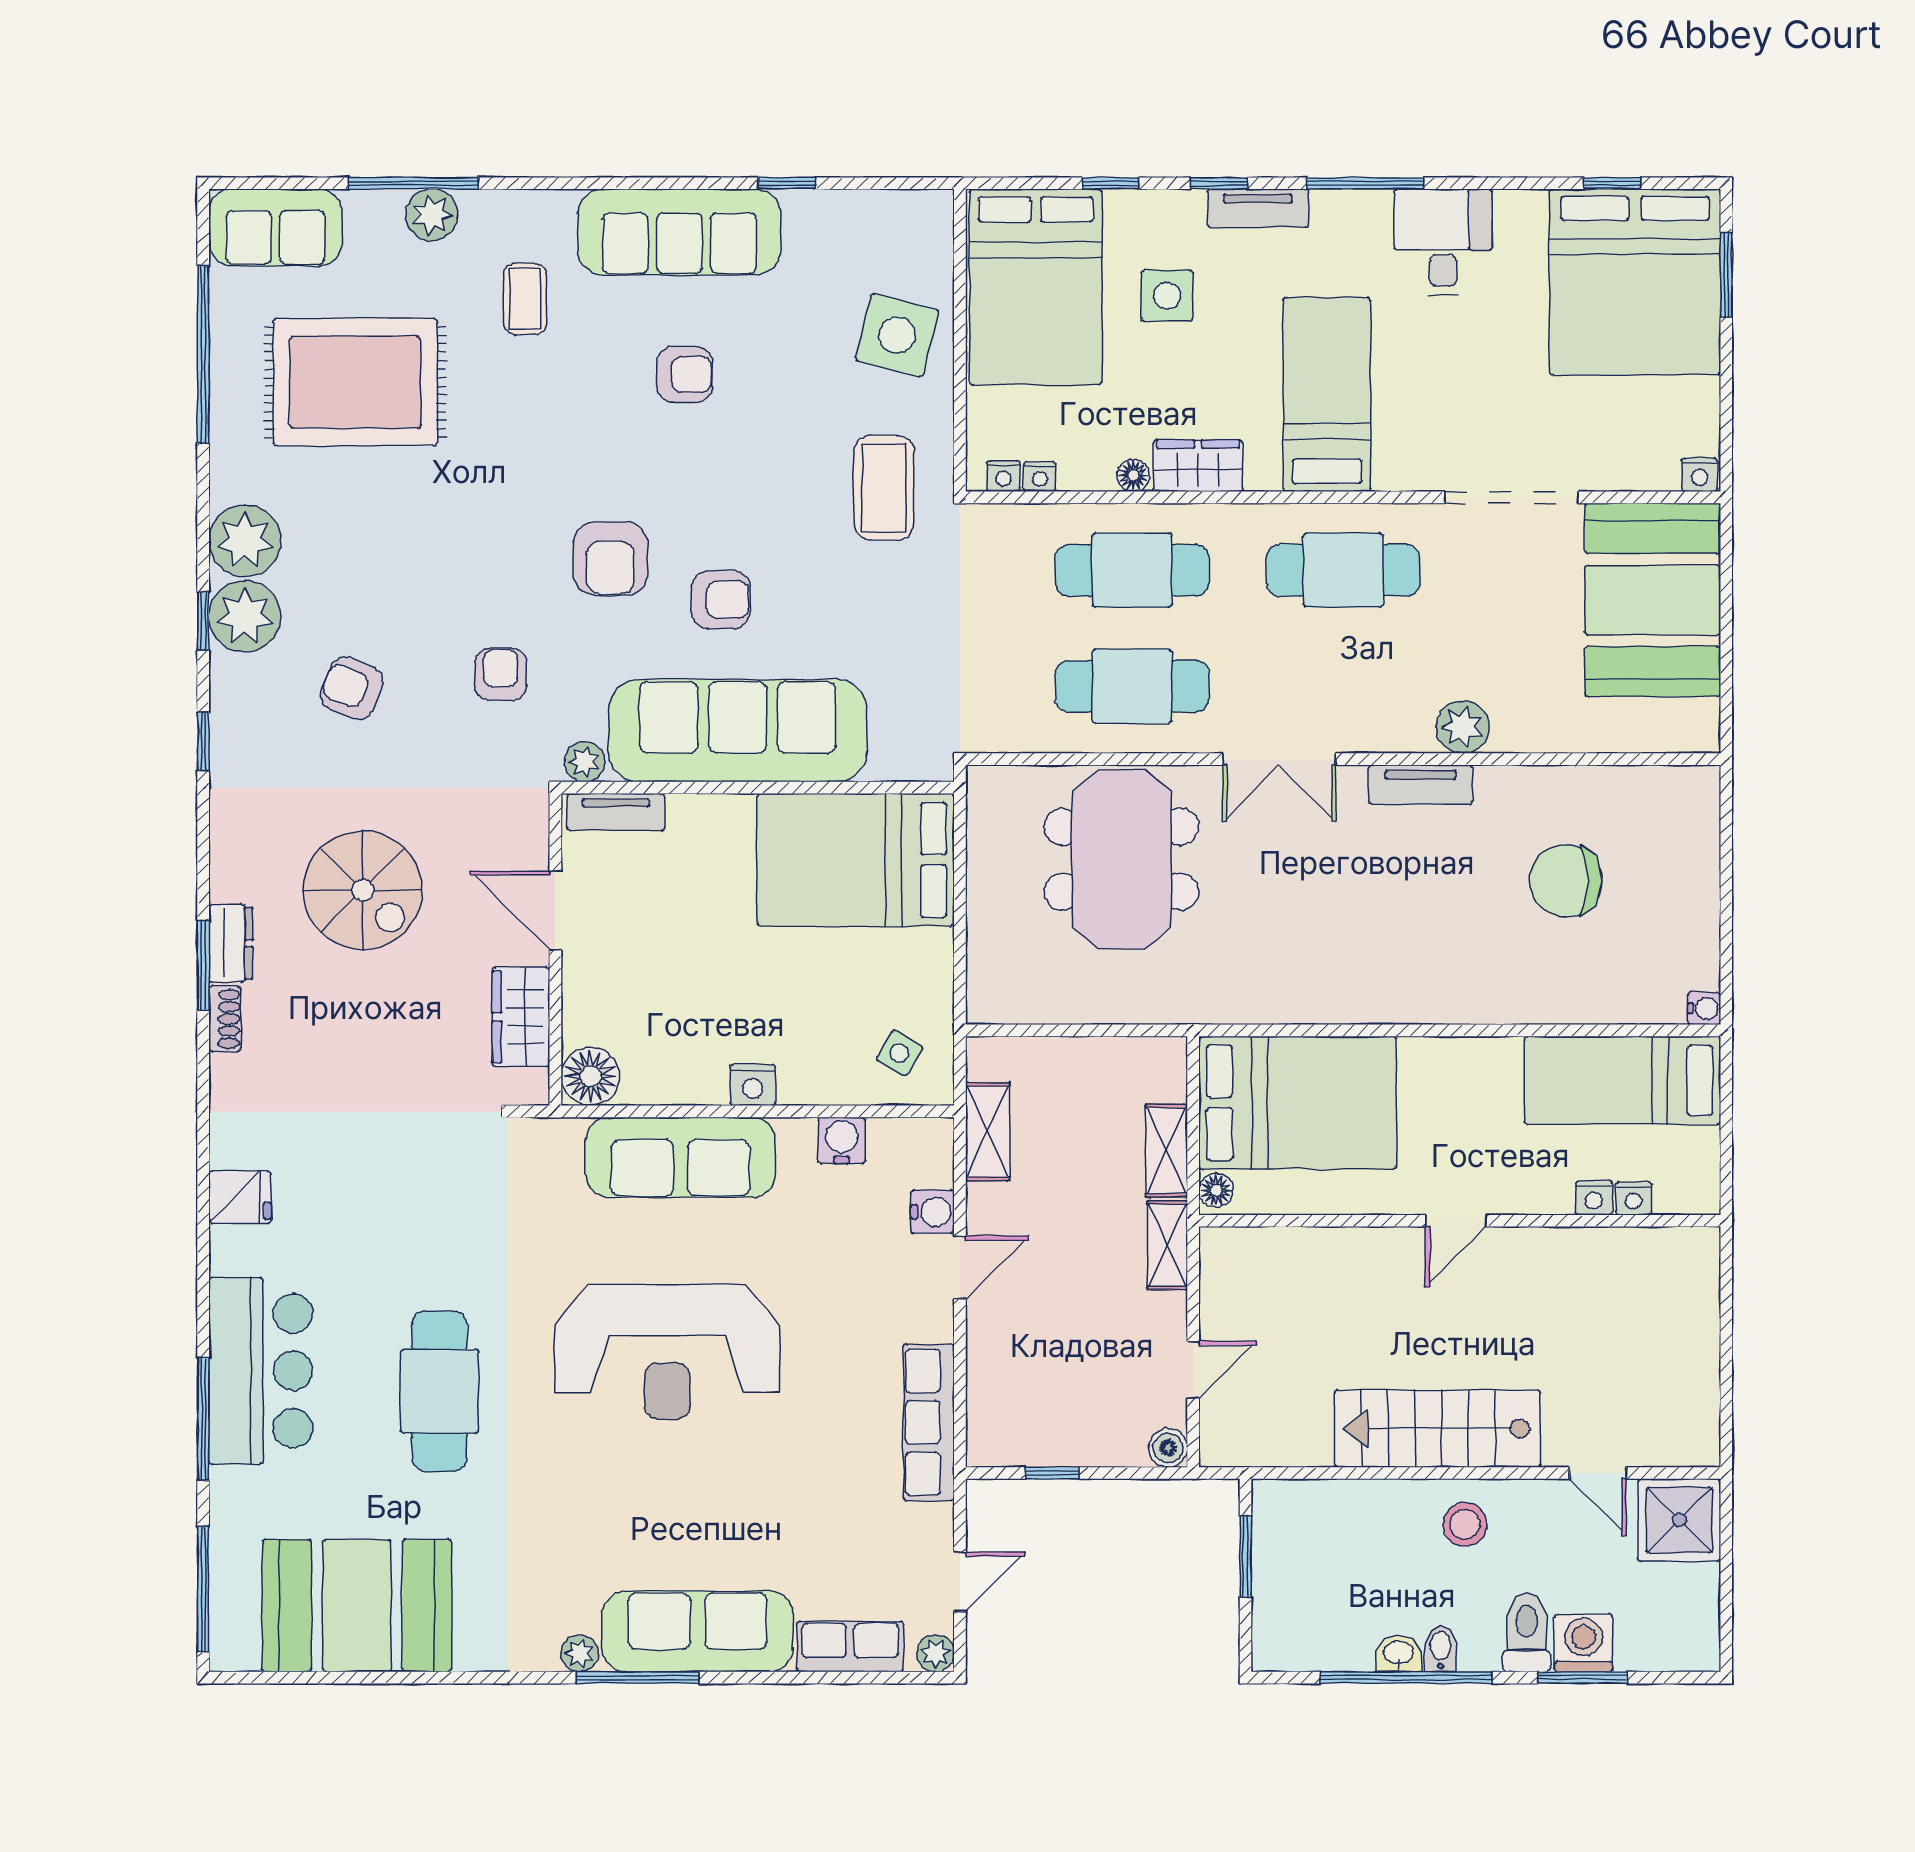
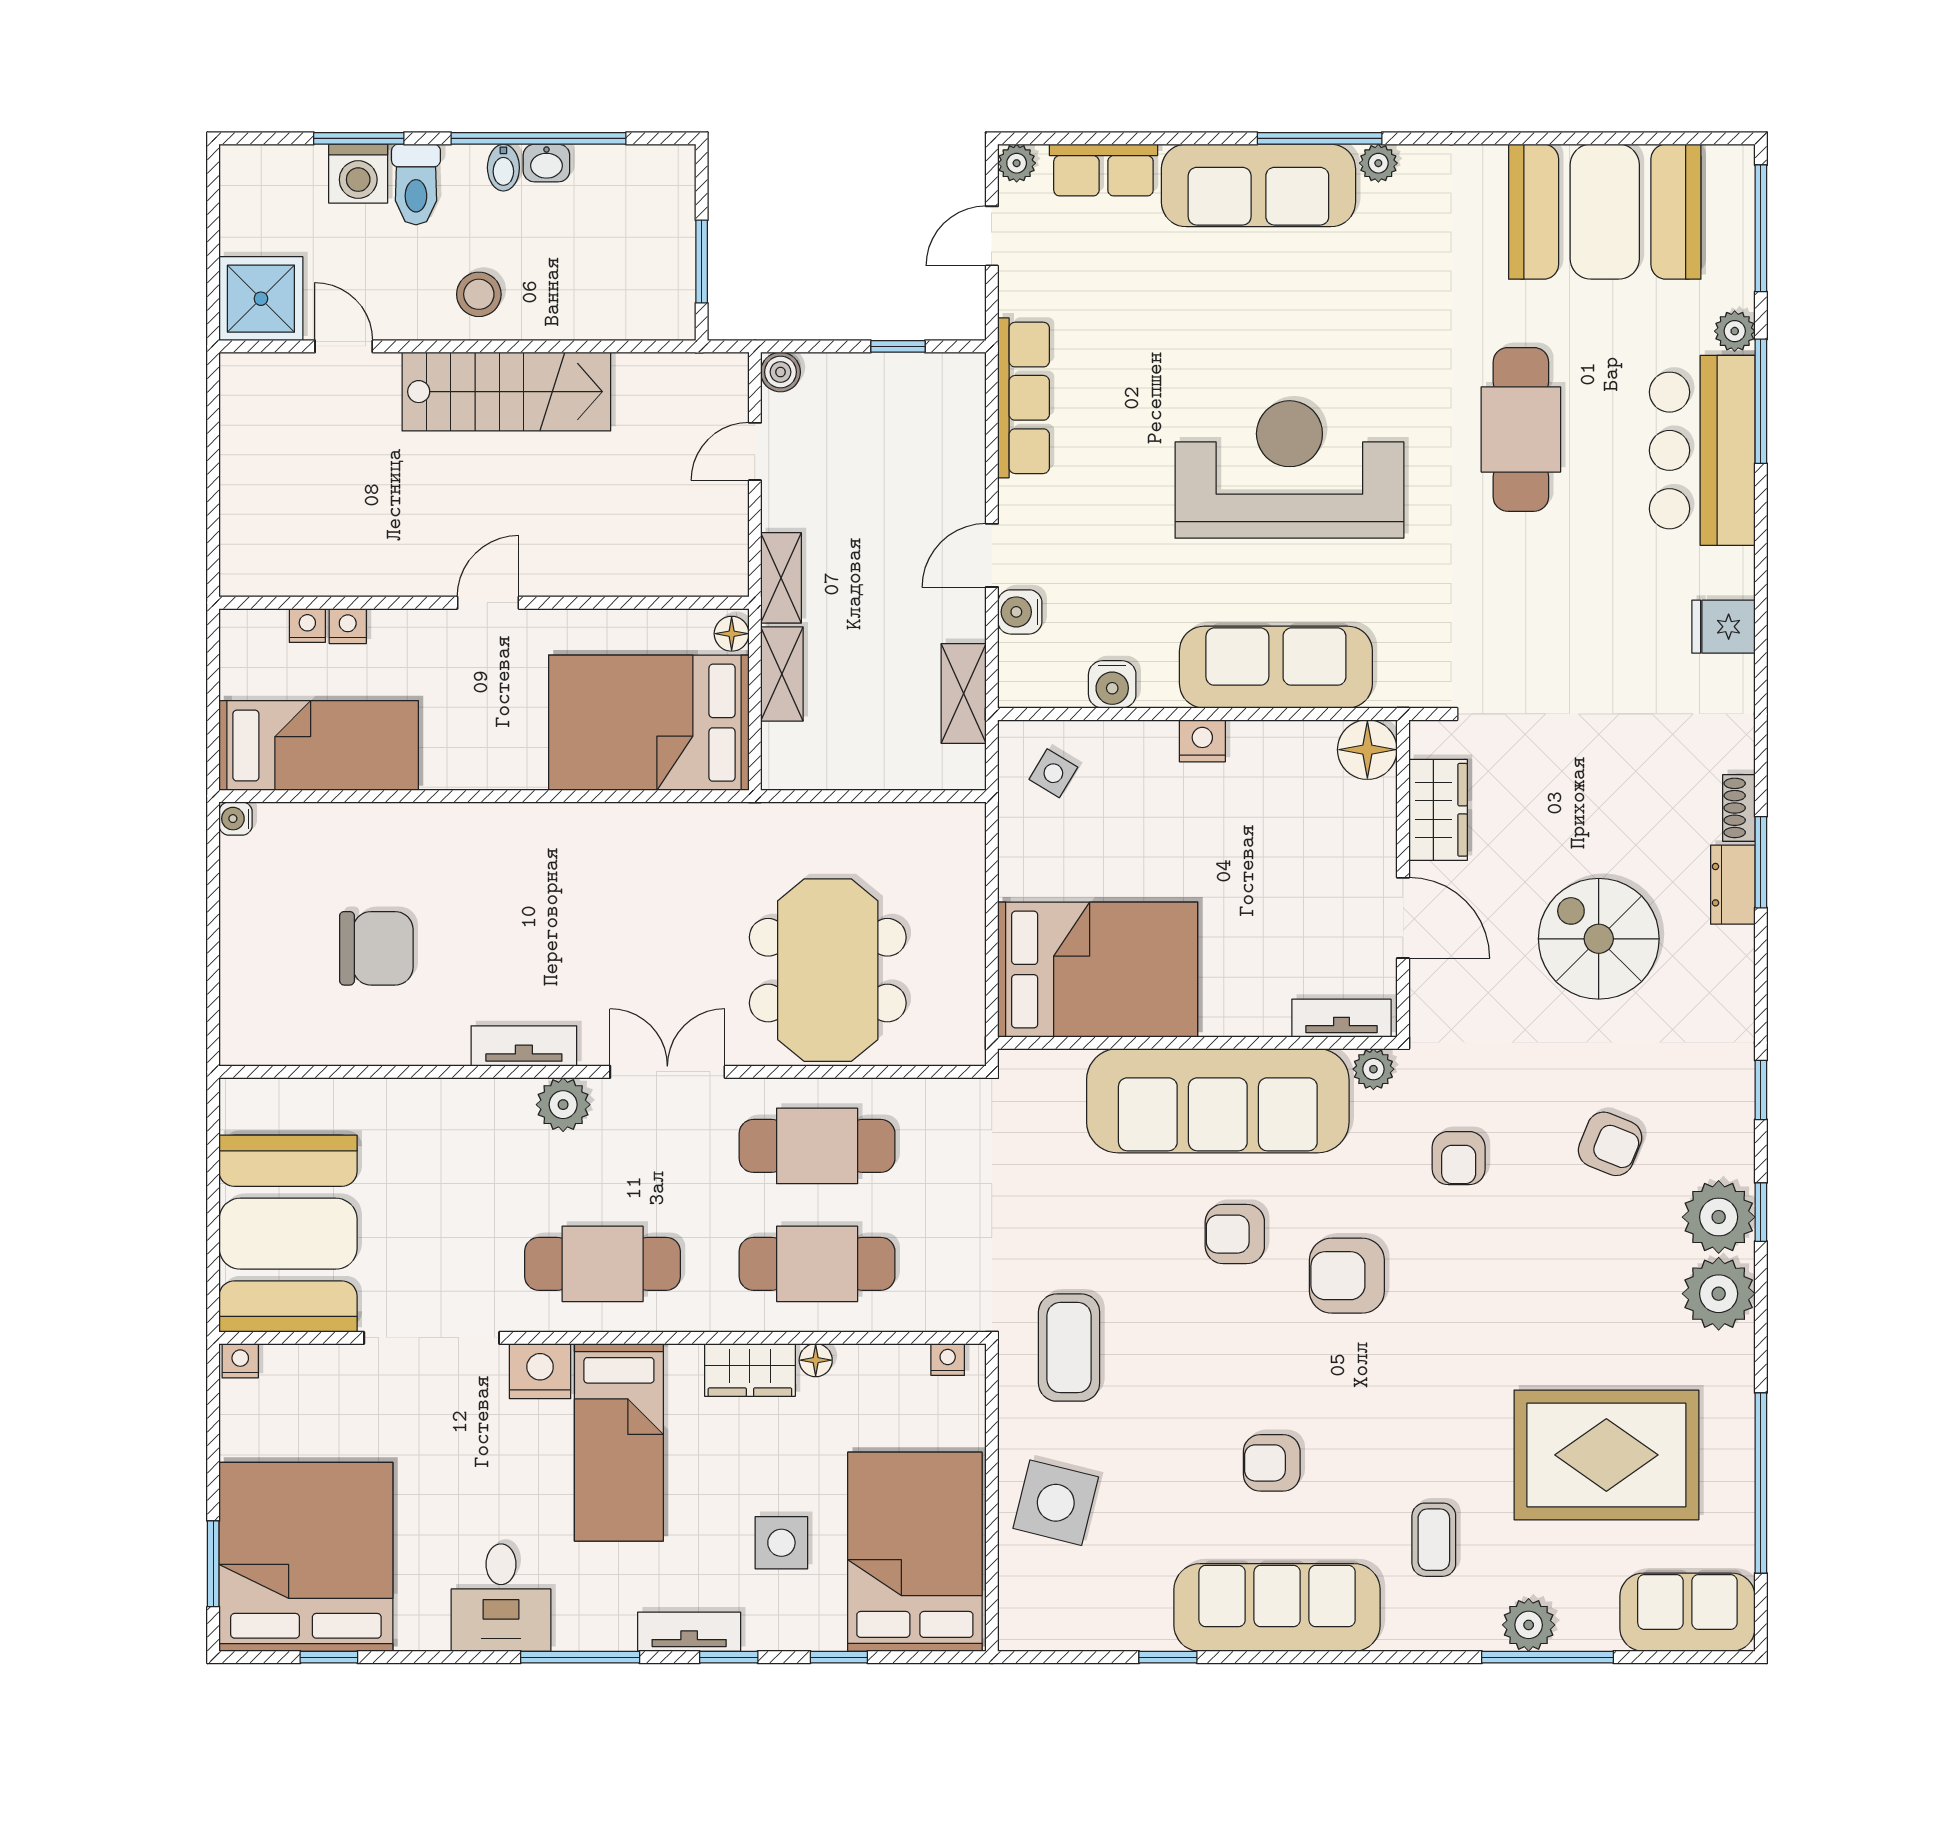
nightstand: (1040, 477) -> (540, 1371), moved, width x1.89, depth x1.79
armchair: (611, 559) -> (1347, 1276), turned -90
plant: (1463, 727) -> (563, 1105), moved
plant: (229, 1488) -> (1735, 331), added

